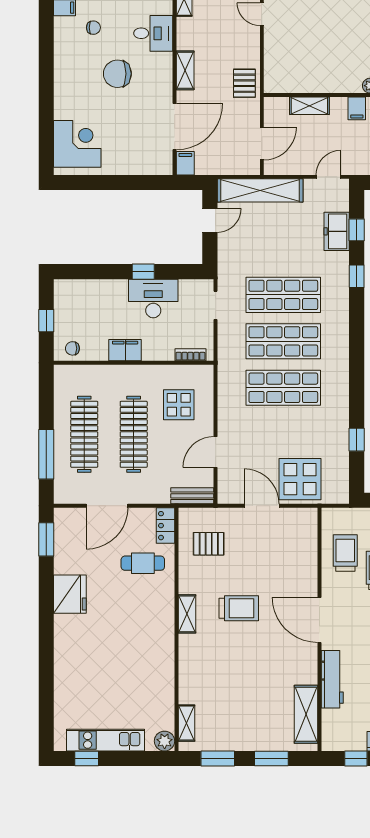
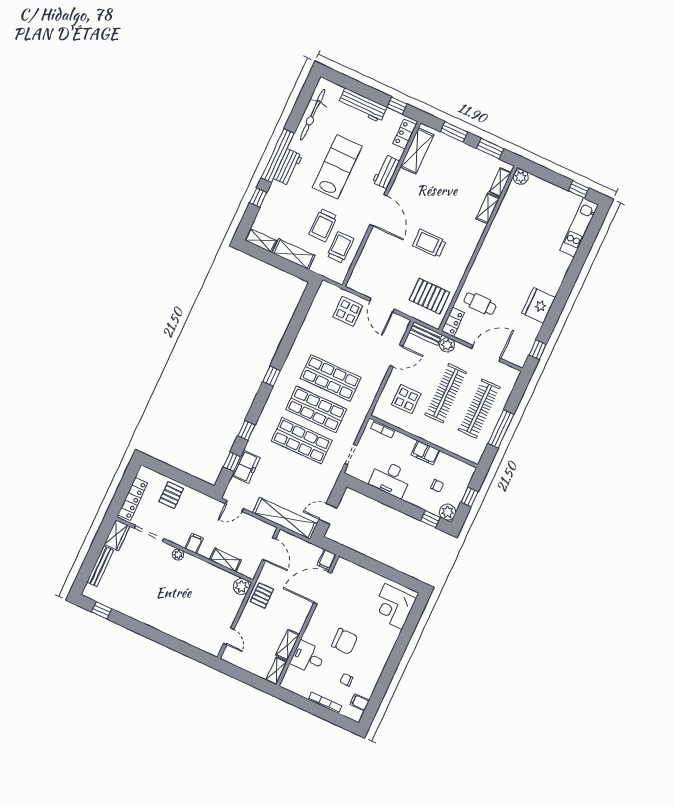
shelving: (185, 70) -> (288, 645), moved
plant: (275, 82) -> (241, 587), added
door: (262, 144) -> (269, 549), swing flipped
window: (143, 272) -> (430, 519), moved
plant: (65, 290) -> (448, 512), added
chair: (72, 348) -> (437, 486), moved
window: (357, 440) -> (272, 376), moved
window: (46, 454) -> (501, 429), moved
display table: (300, 479) -> (348, 311), width x0.73, depth x0.73
plant: (160, 494) -> (447, 345), added
window: (46, 539) -> (538, 350), width x0.67
pallet: (209, 544) -> (429, 296), width x1.50, depth x1.42
trolley: (345, 553) -> (340, 247), turned 180
shelving: (187, 614) -> (488, 208), moved
workbench: (332, 679) -> (386, 172), width x0.73
locker: (331, 728) -> (405, 134), added
kitchen unit: (106, 740) -> (579, 227), moved, turned 90

